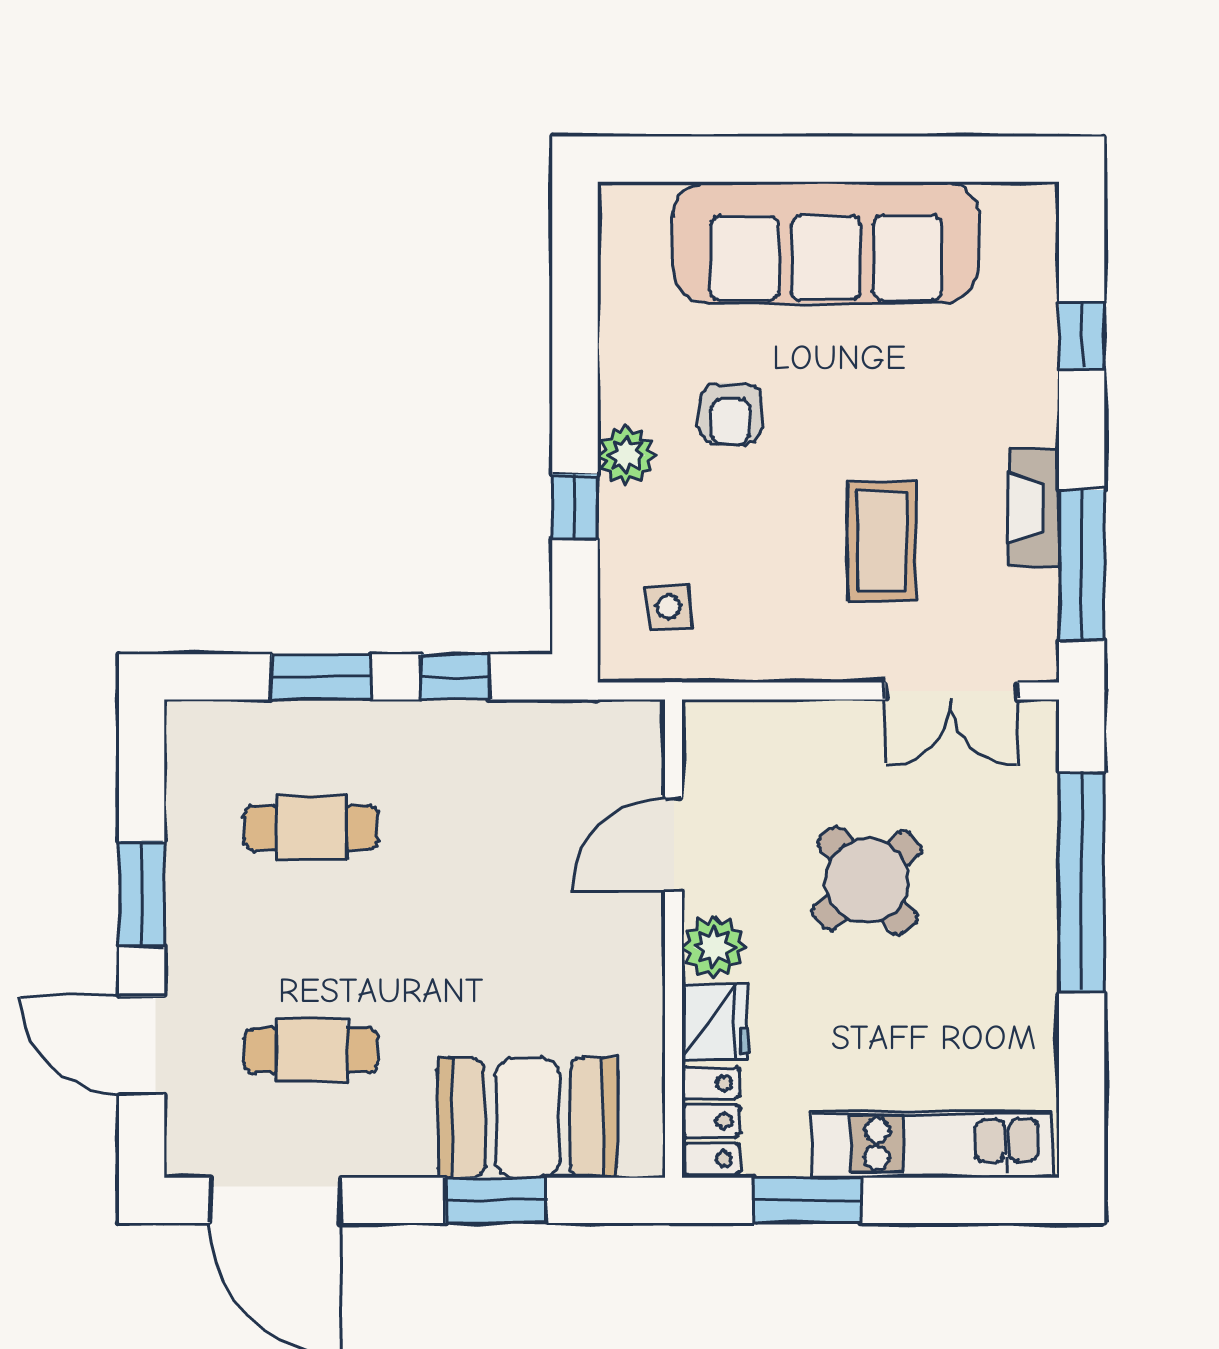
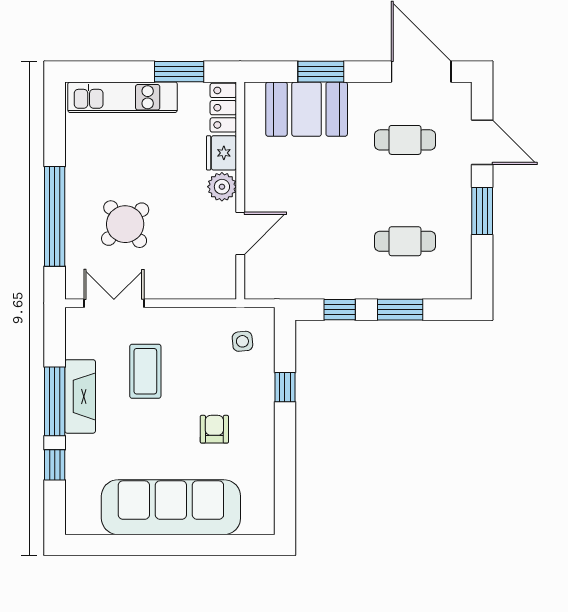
plant: (627, 455) -> (262, 410), removed
fireplace: (1034, 508) -> (80, 396), width x1.37, depth x1.32
window: (1082, 565) -> (55, 401), moved
round table: (867, 881) -> (125, 224), moved

